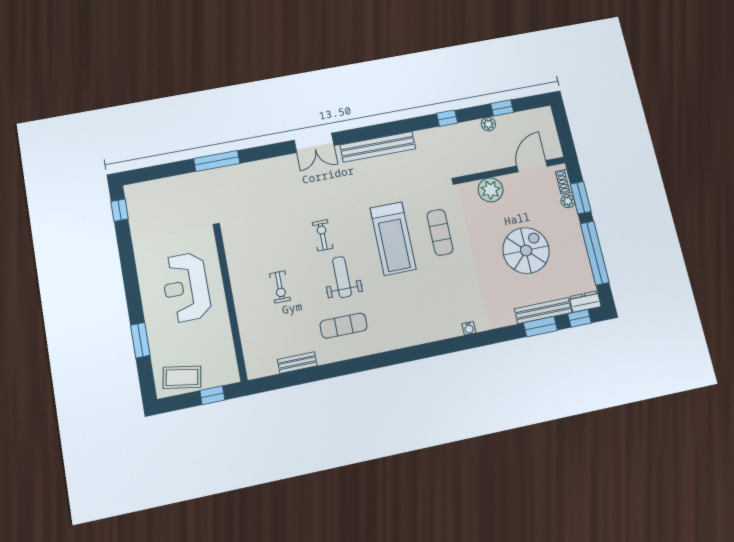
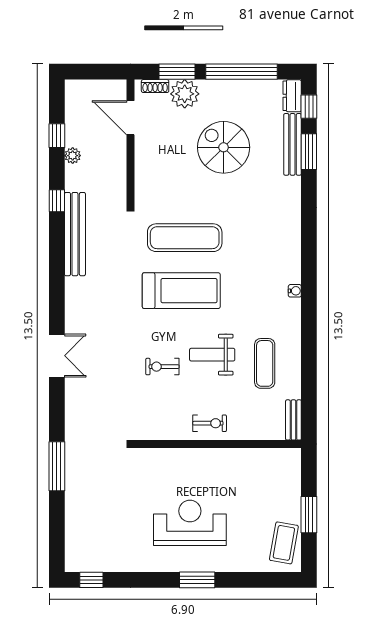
bench: (378, 147) -> (75, 234), moved
plant: (491, 190) -> (148, 171), removed
plant: (568, 201) -> (185, 94), width x1.88, depth x1.88
exercise mat: (440, 232) -> (185, 238), width x1.36, depth x1.45
reception desk: (186, 287) -> (190, 523), turned 180
wall: (231, 305) -> (218, 444), moved
water cooler: (469, 328) -> (295, 291), moved
window: (140, 340) -> (197, 580), moved
window: (212, 395) -> (309, 515), width x1.50

